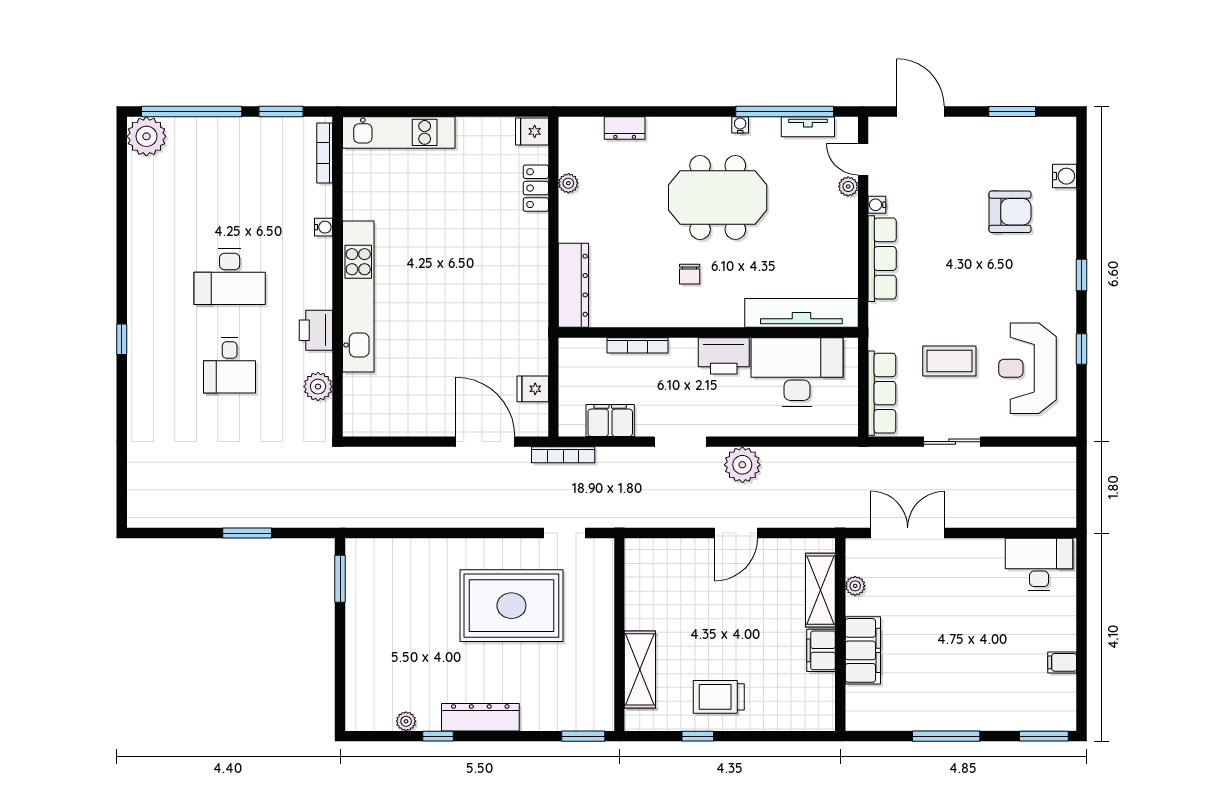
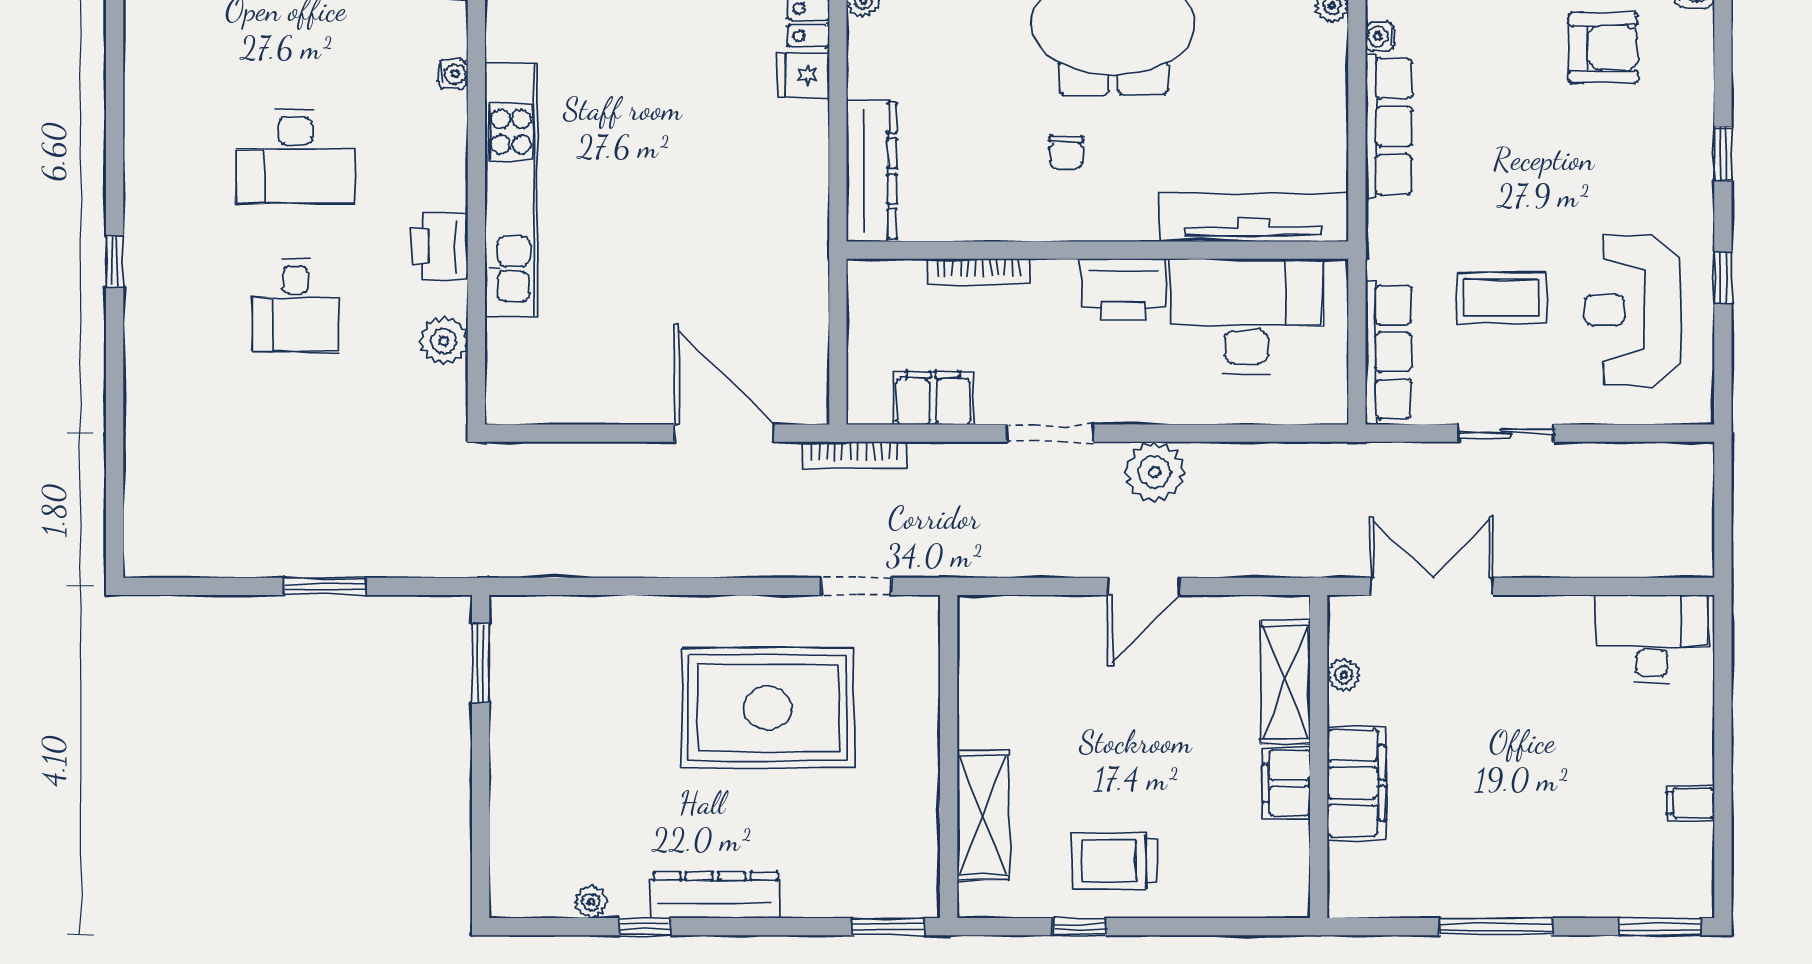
fridge: (533, 389) -> (803, 75), moved

